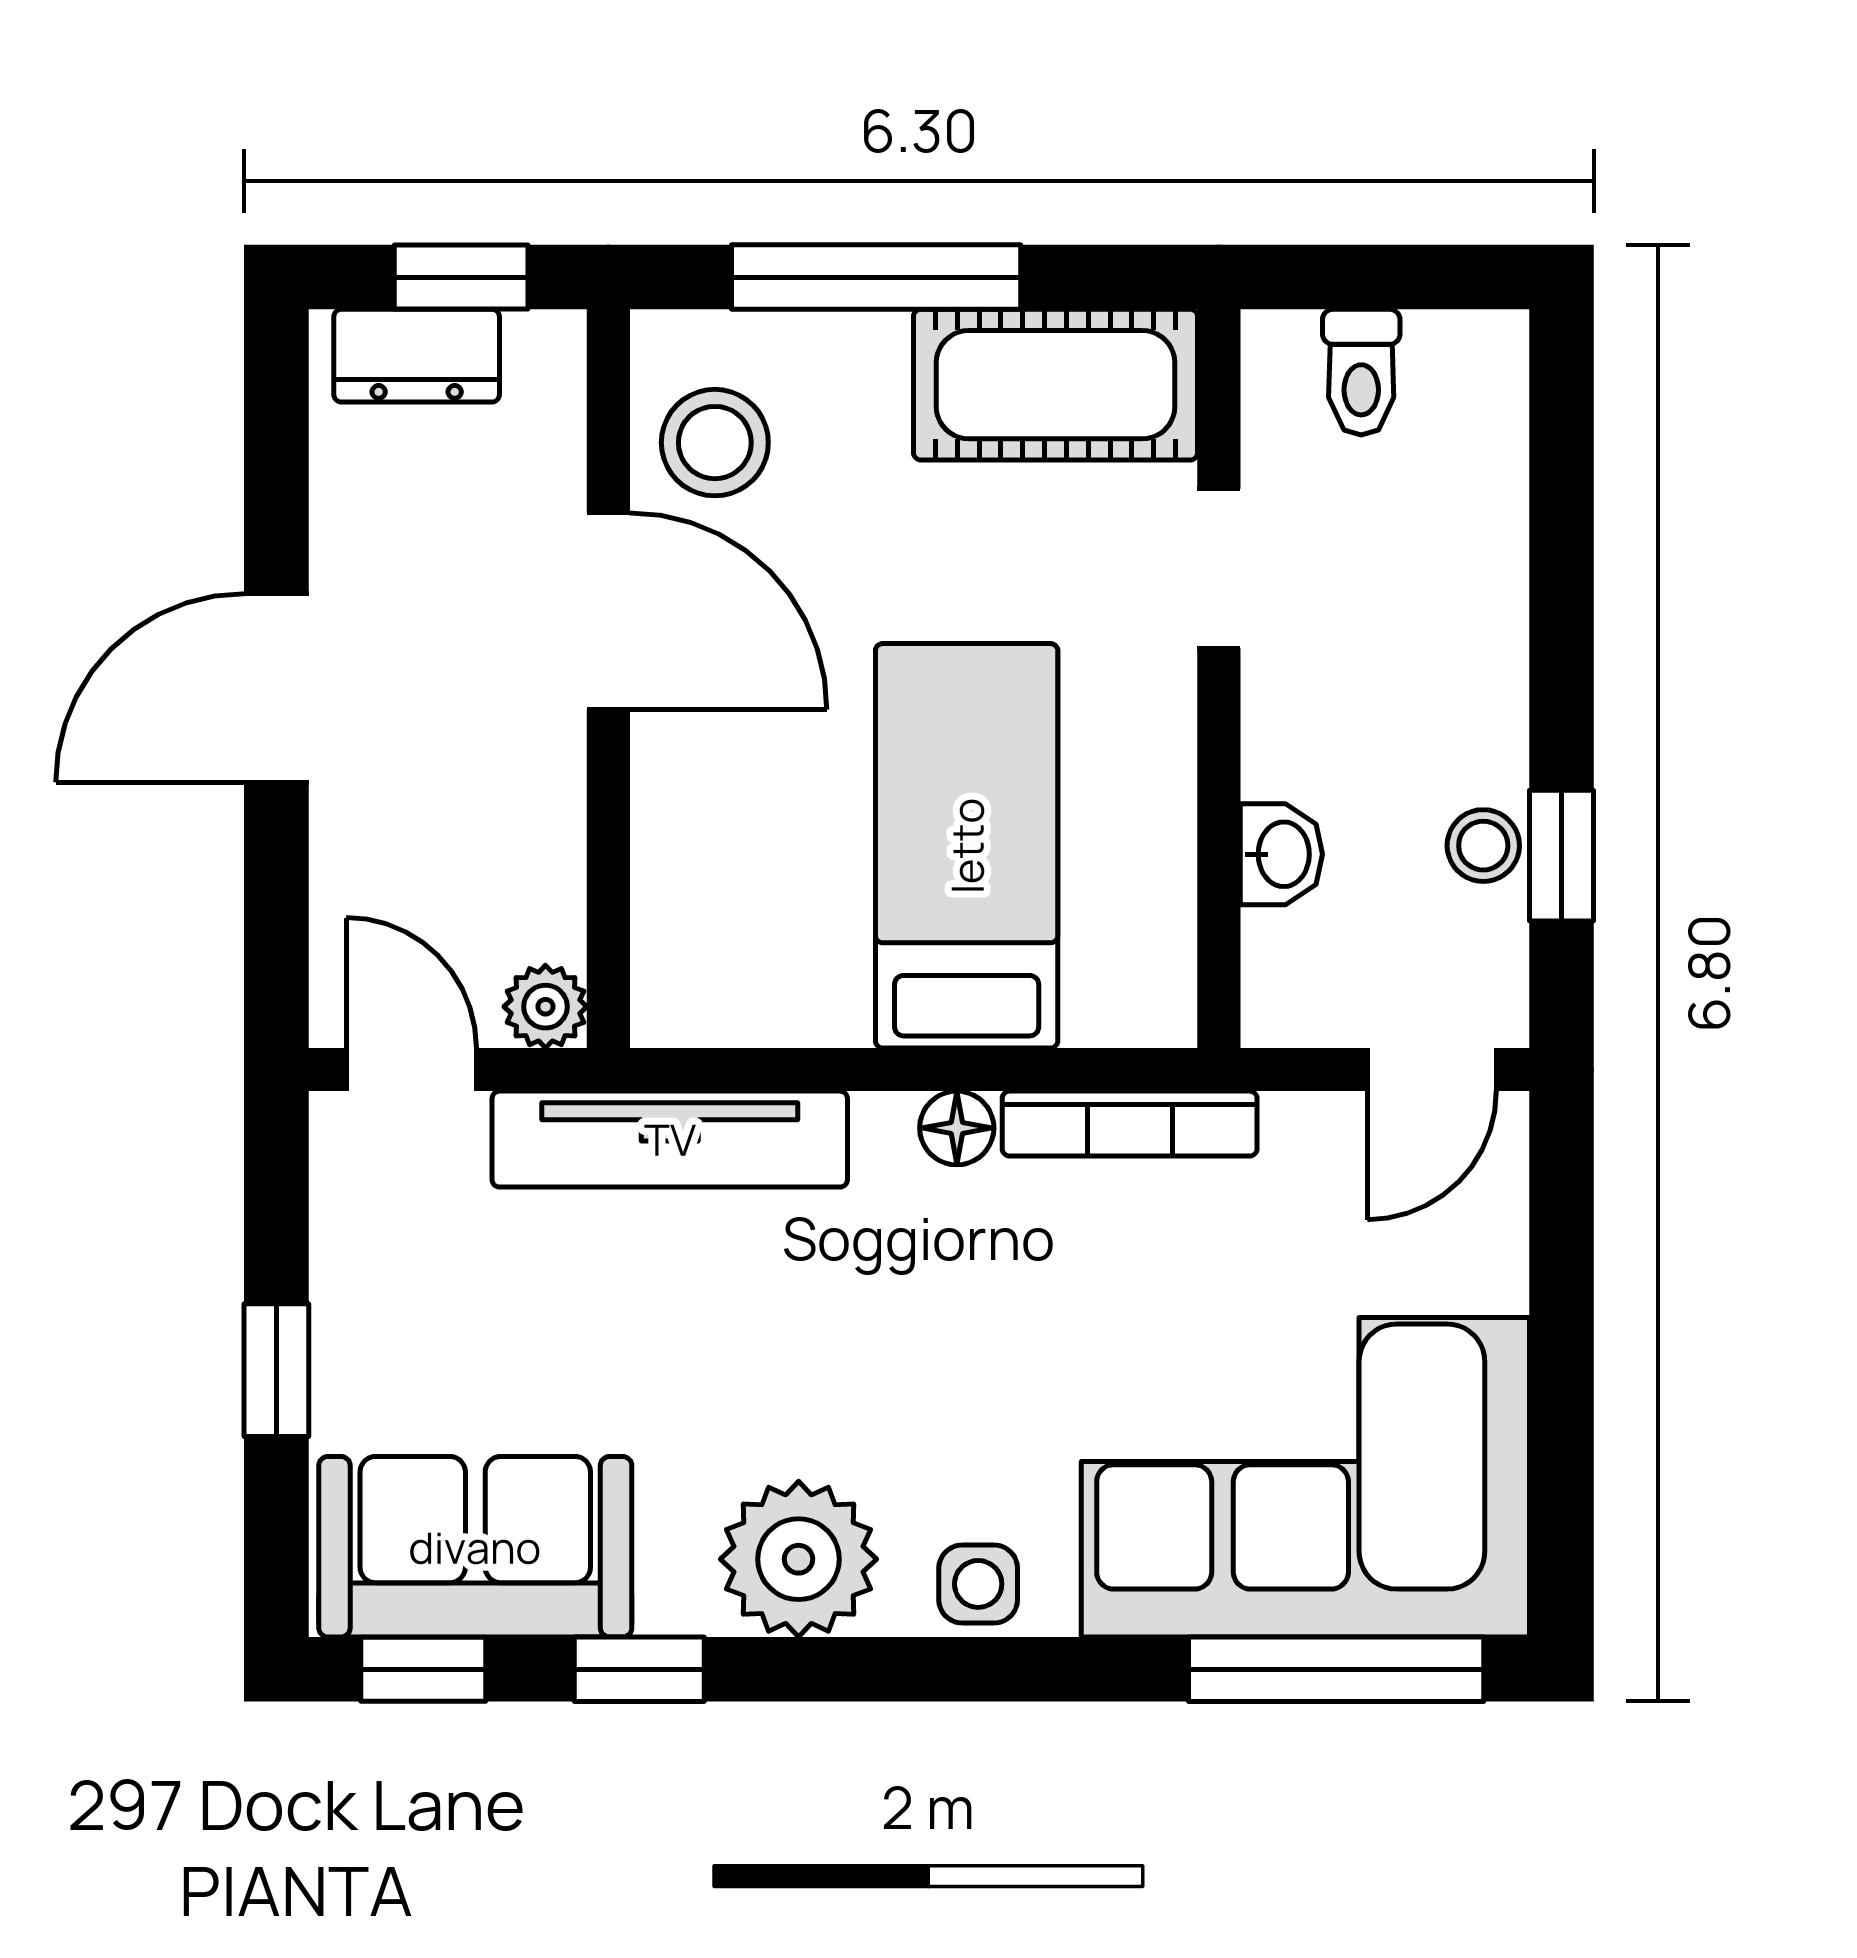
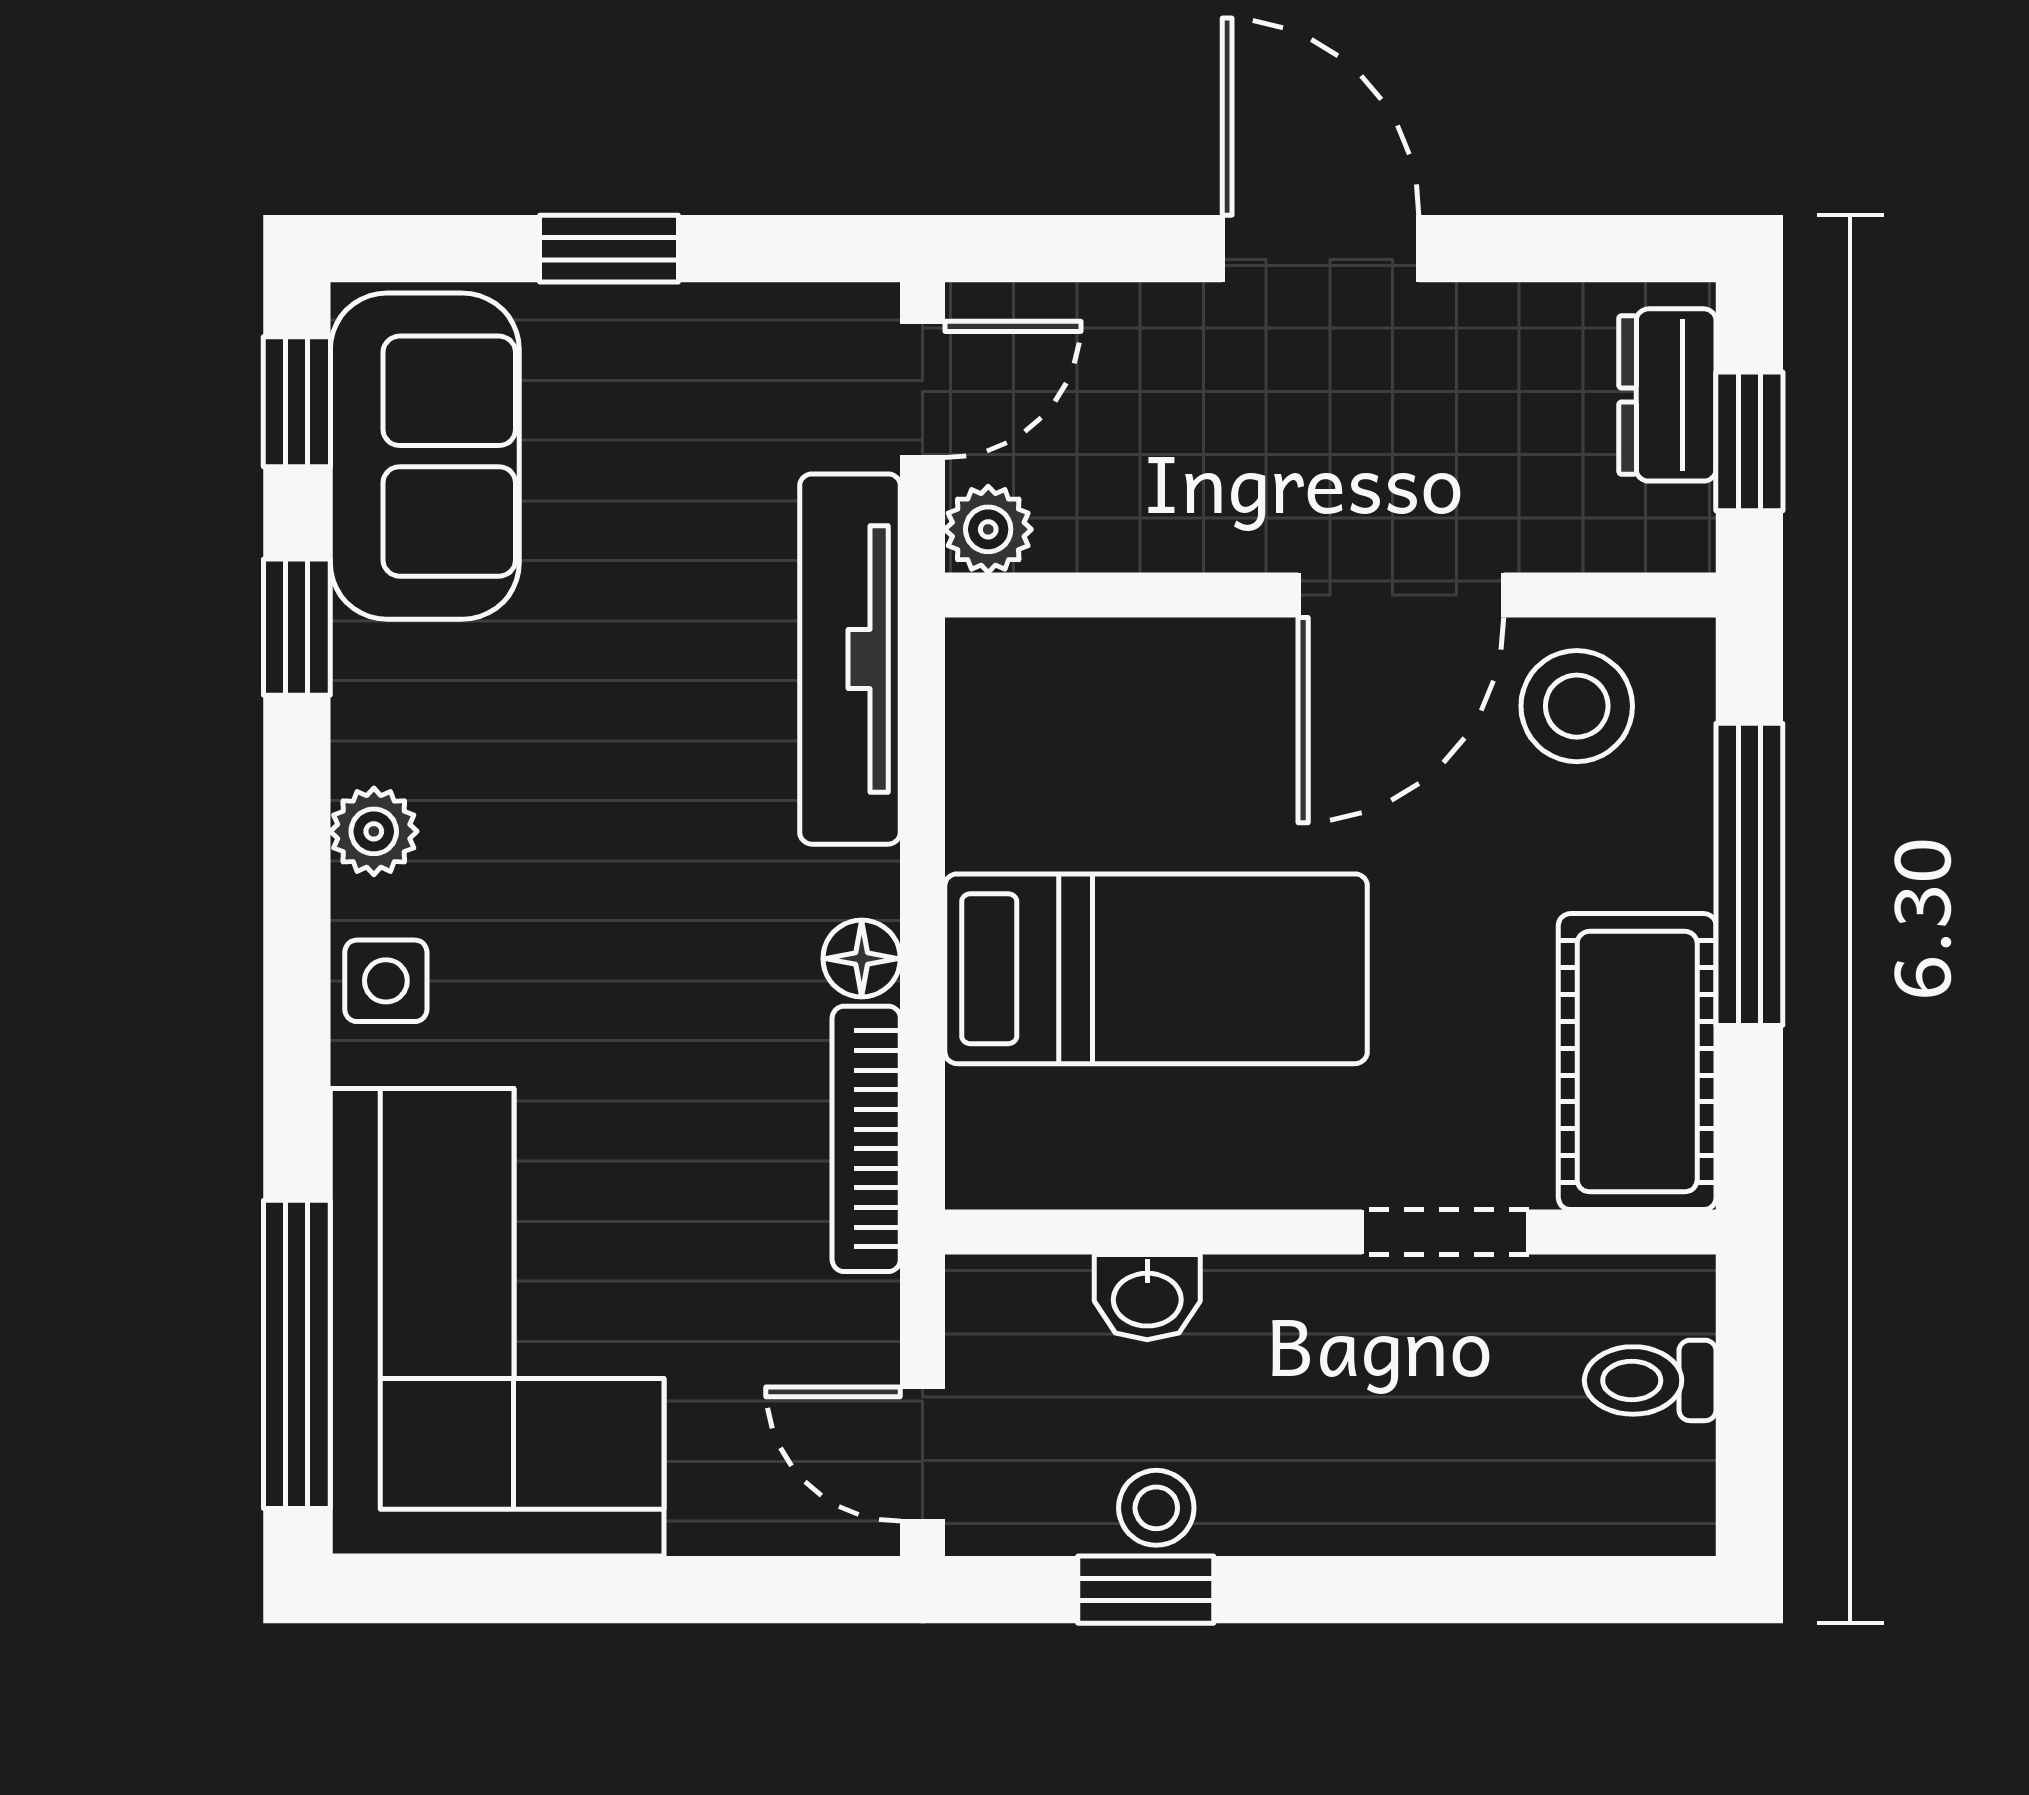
plant: (799, 1559) -> (374, 831), width x0.53, depth x0.53

